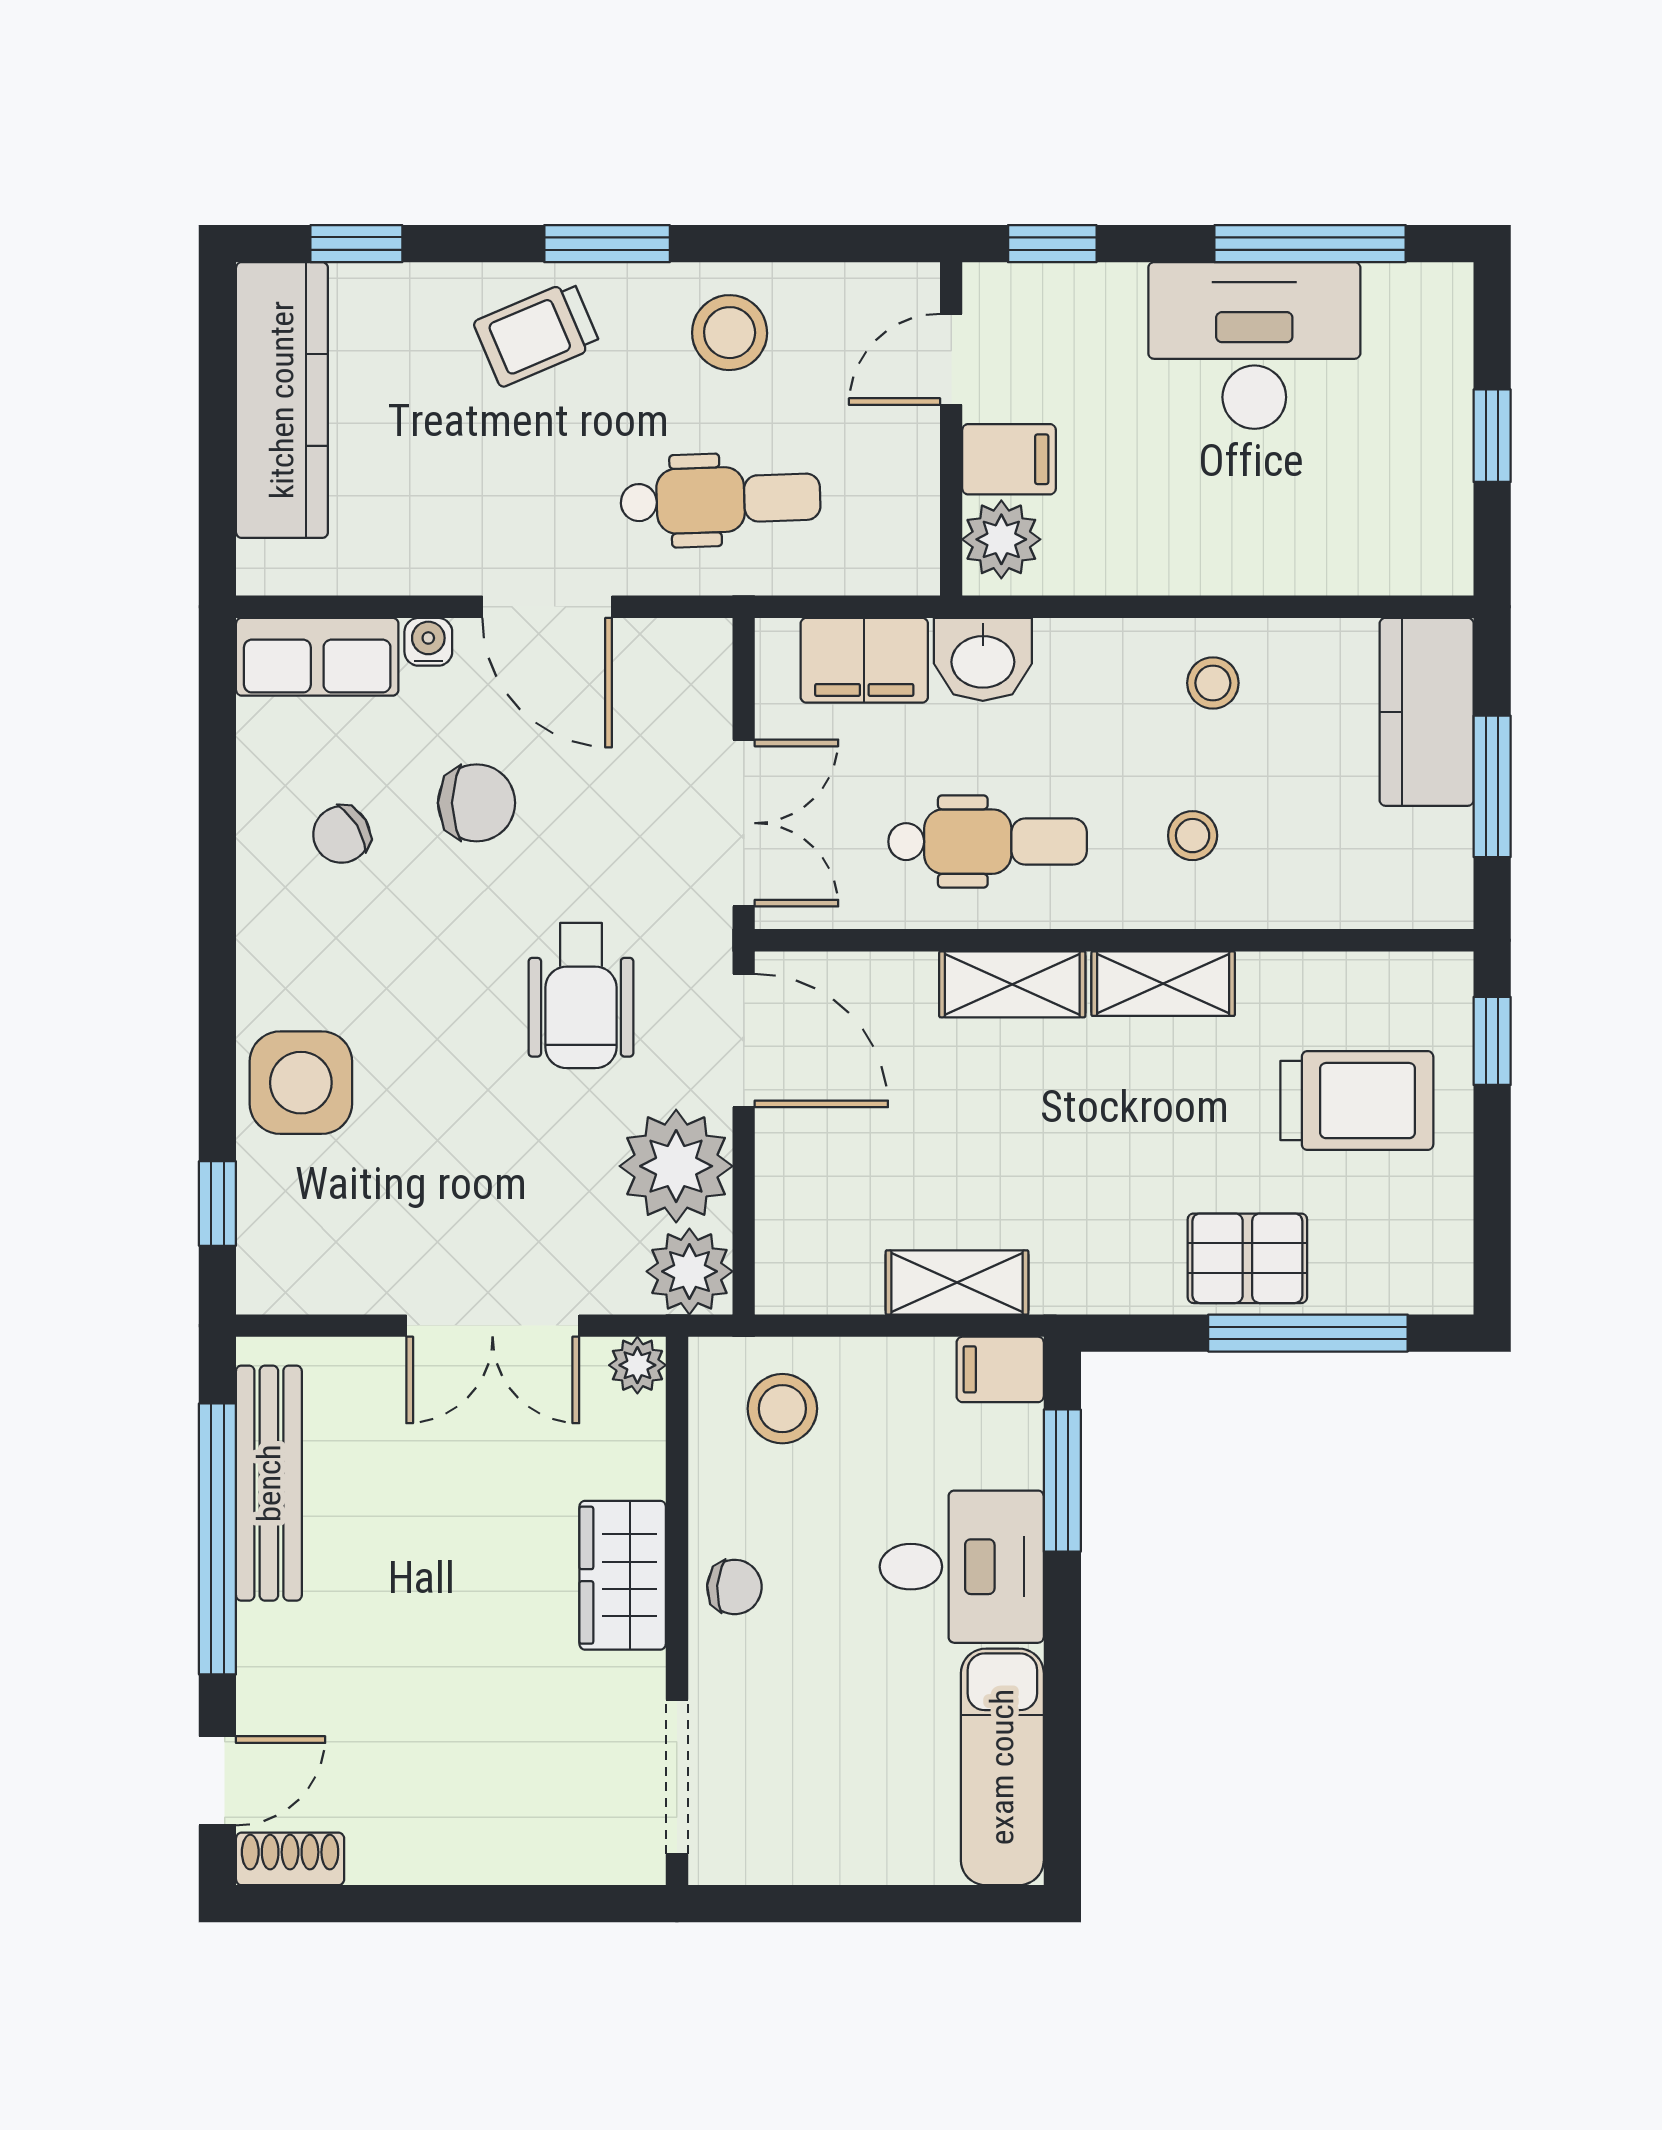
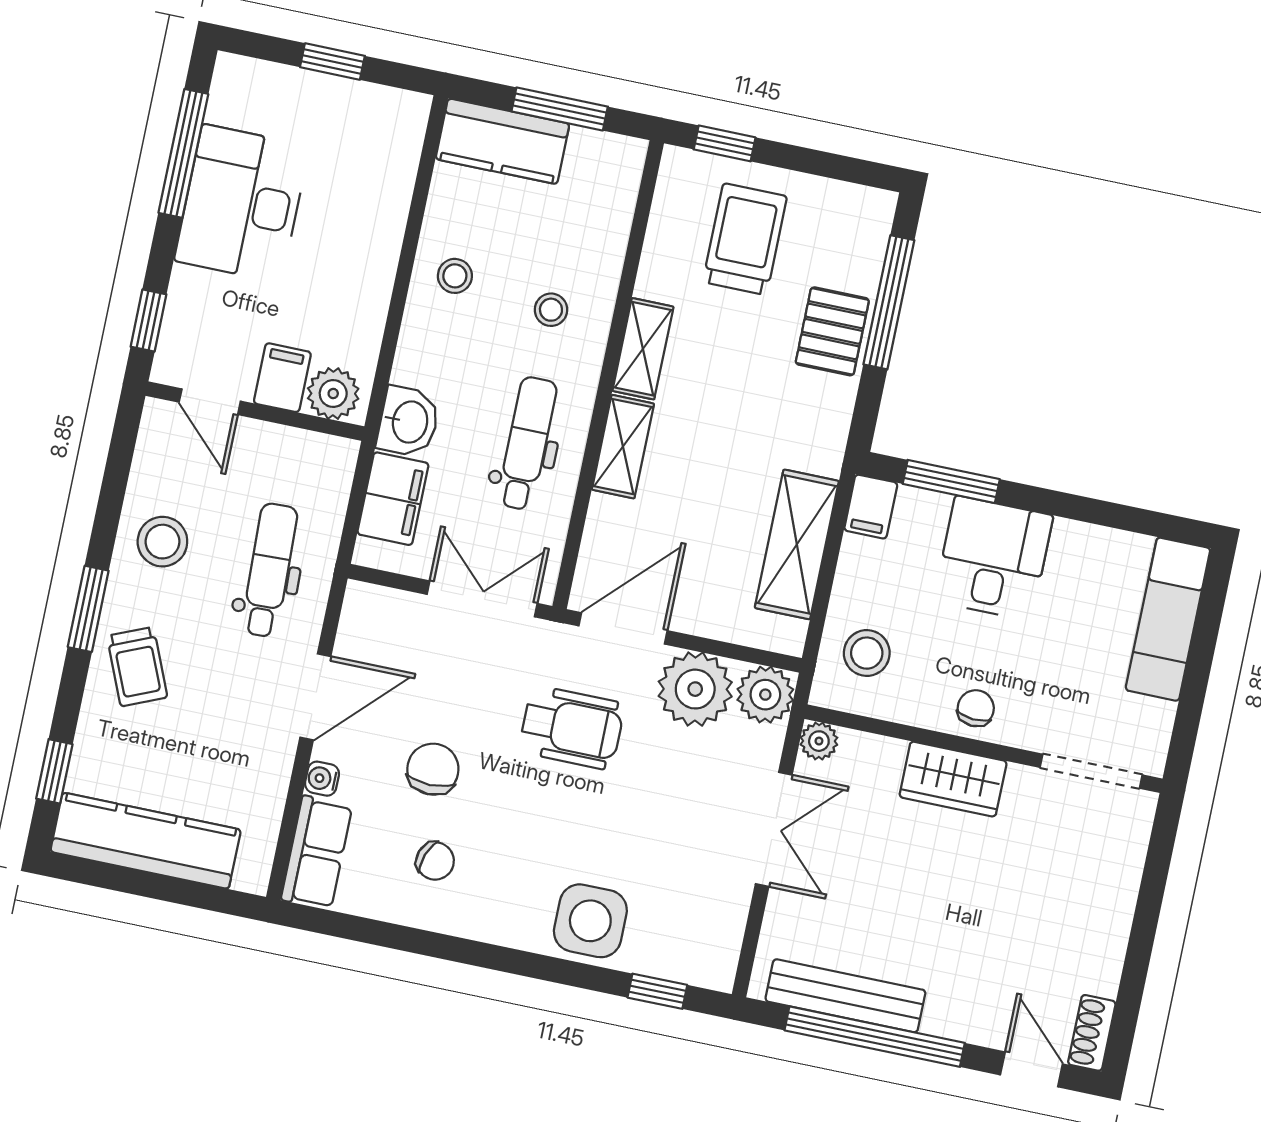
chair: (342, 835) -> (435, 861), turned -39
shelving: (957, 1282) -> (797, 544), width x1.50, depth x1.33
exam couch: (1002, 1767) -> (1168, 619), moved, turned 90

